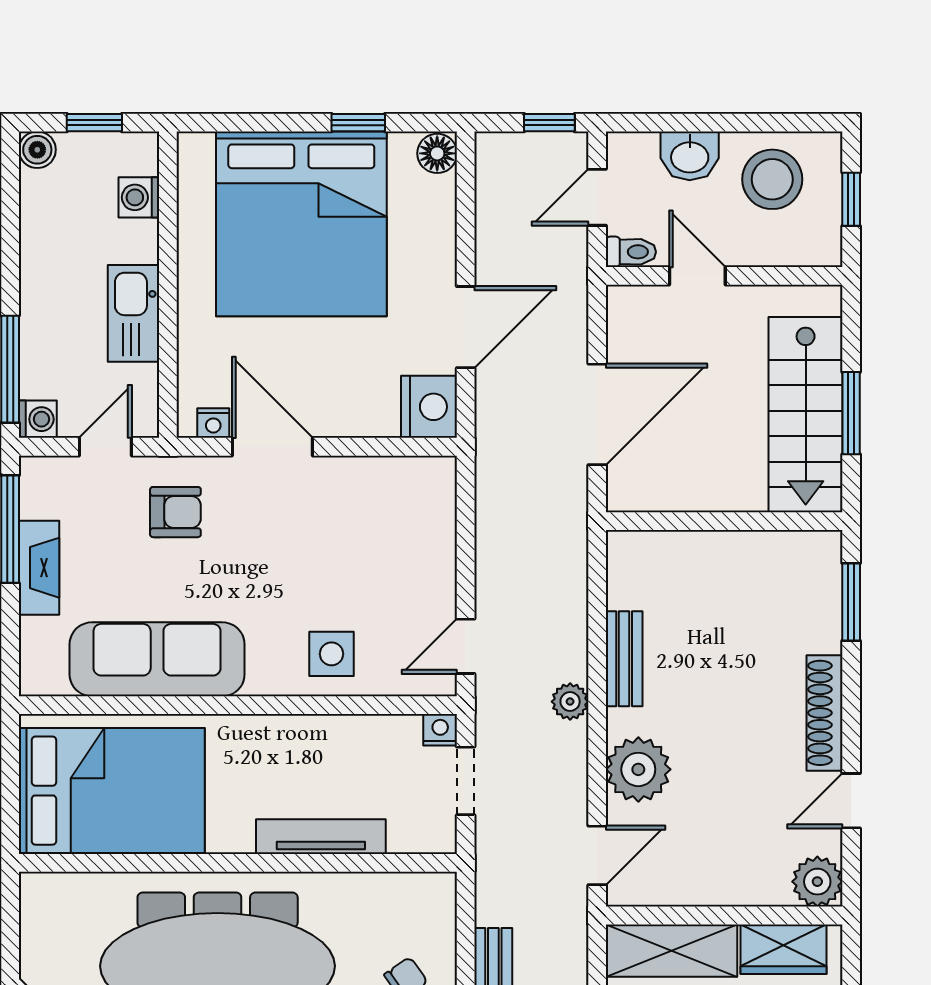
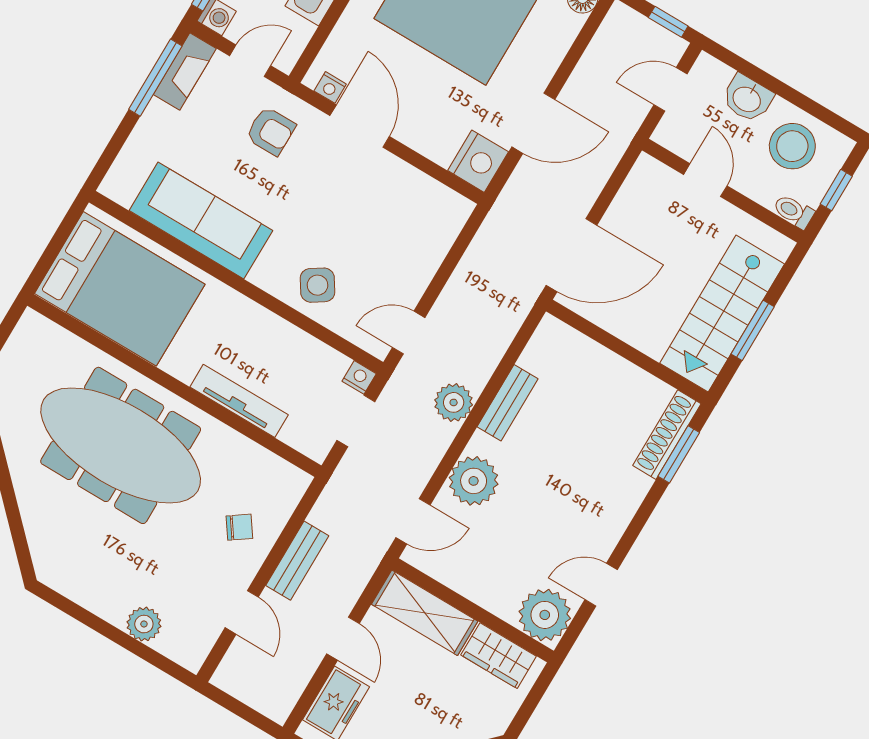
toilet: (631, 252) -> (794, 211), moved, turned 180
door: (597, 414) -> (572, 255), moved
fireplace: (39, 568) -> (185, 71), moved
side table: (331, 654) -> (318, 285), turned -33
plant: (570, 702) -> (454, 402), width x1.38, depth x1.38
shoe rack: (825, 713) -> (667, 435), moved
plant: (817, 882) -> (545, 615), width x1.36, depth x1.36

